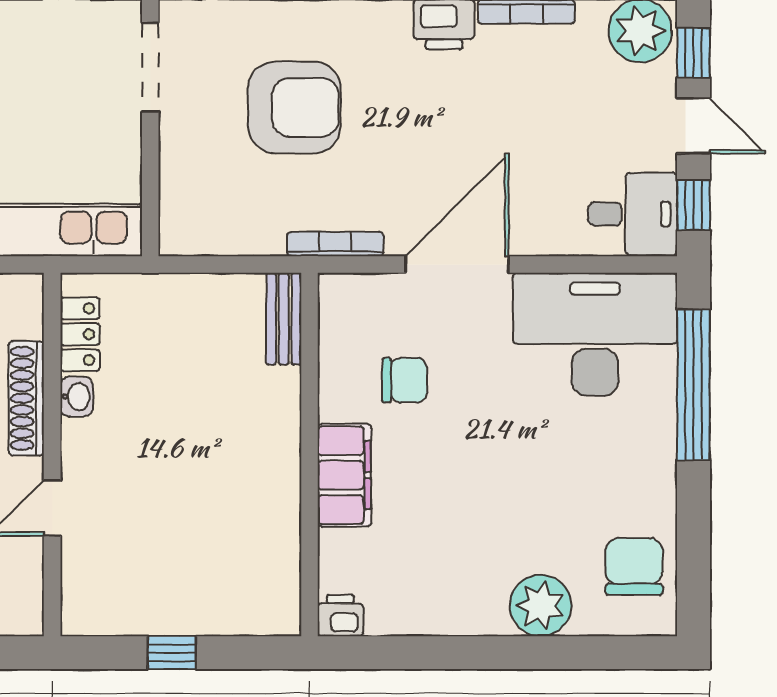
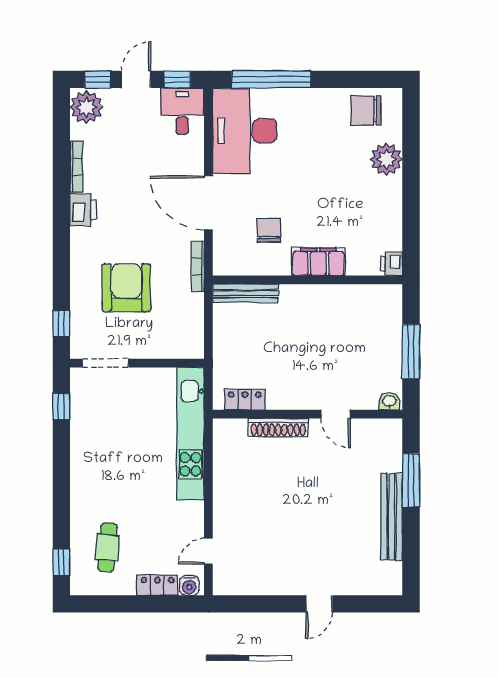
bench: (284, 319) -> (245, 293), width x1.36
washbasin: (77, 397) -> (389, 401), moved
window: (172, 653) -> (411, 352), width x2.17

